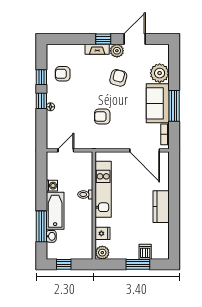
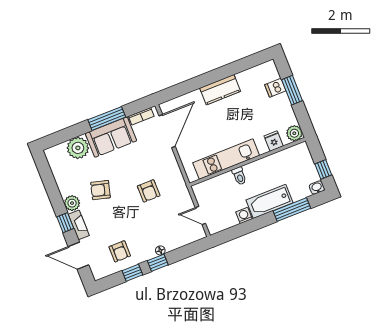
door: (135, 39) -> (78, 256), moved
washbasin: (51, 236) -> (317, 187), moved

